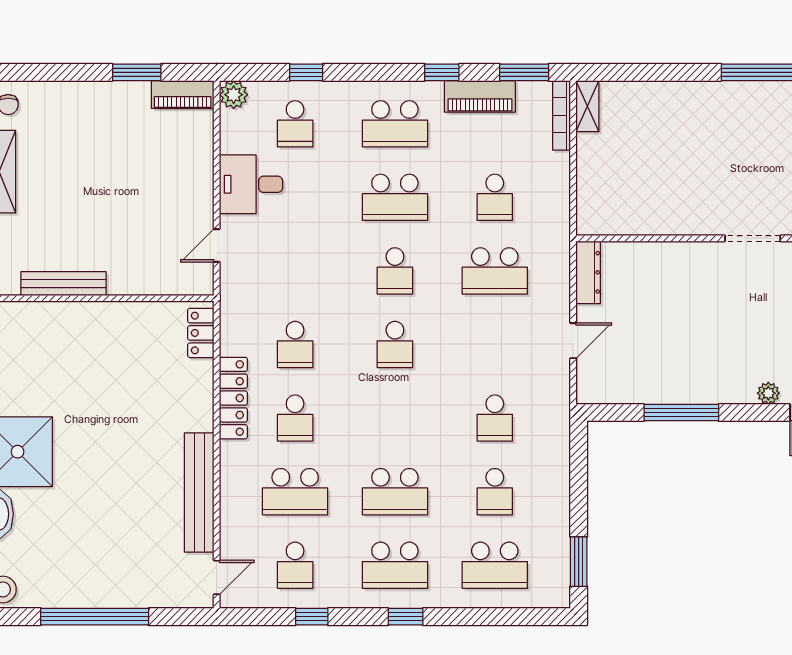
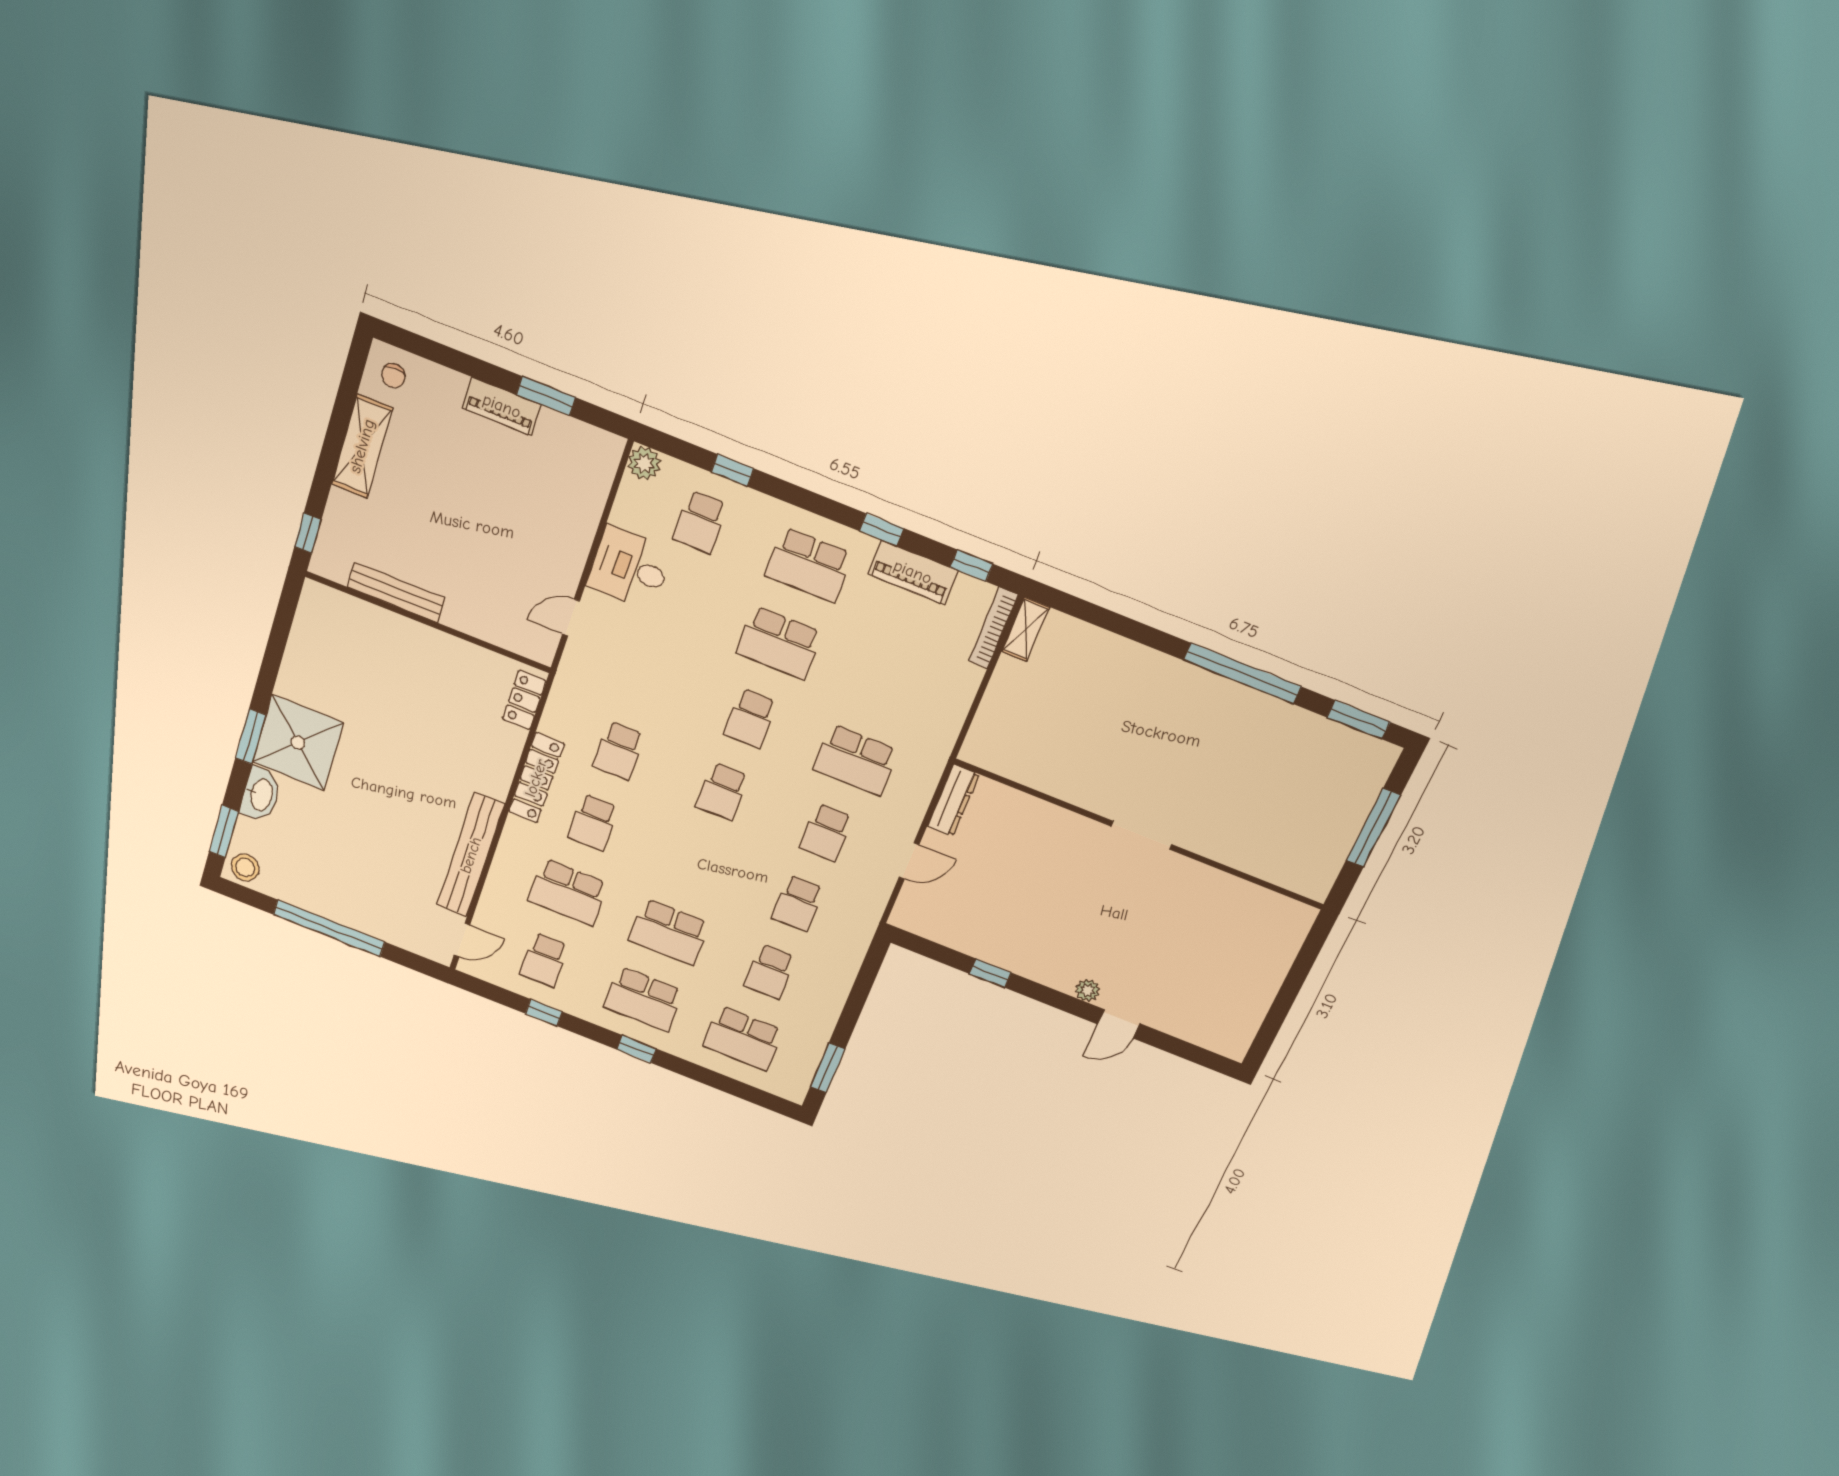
window: (524, 72) -> (972, 566), width x0.67
piano: (183, 95) -> (502, 406), moved
school desk: (495, 197) -> (826, 833), moved
window: (681, 413) -> (990, 973), width x0.46

